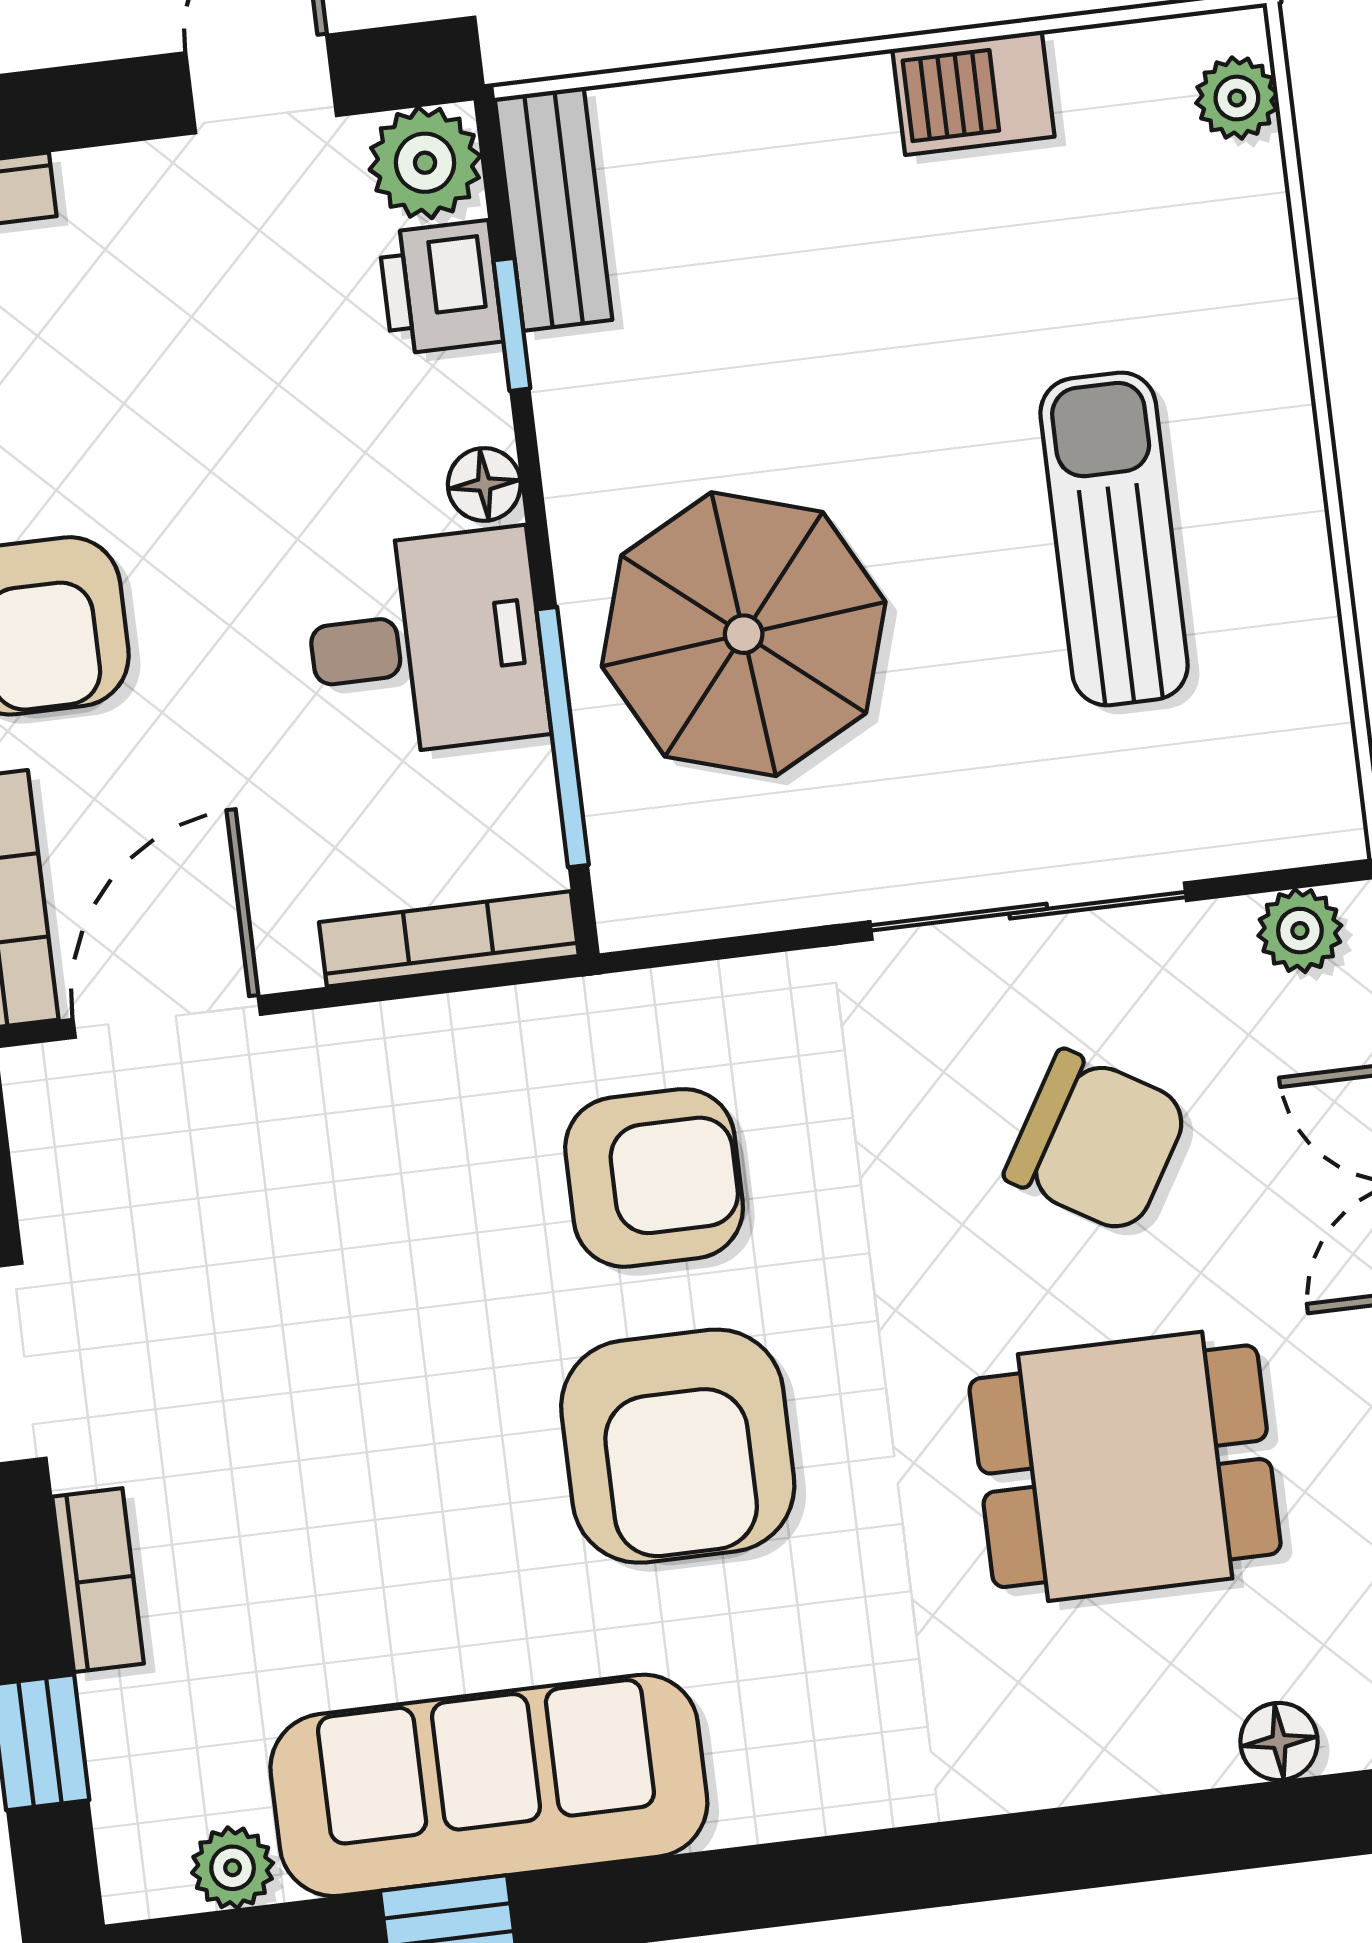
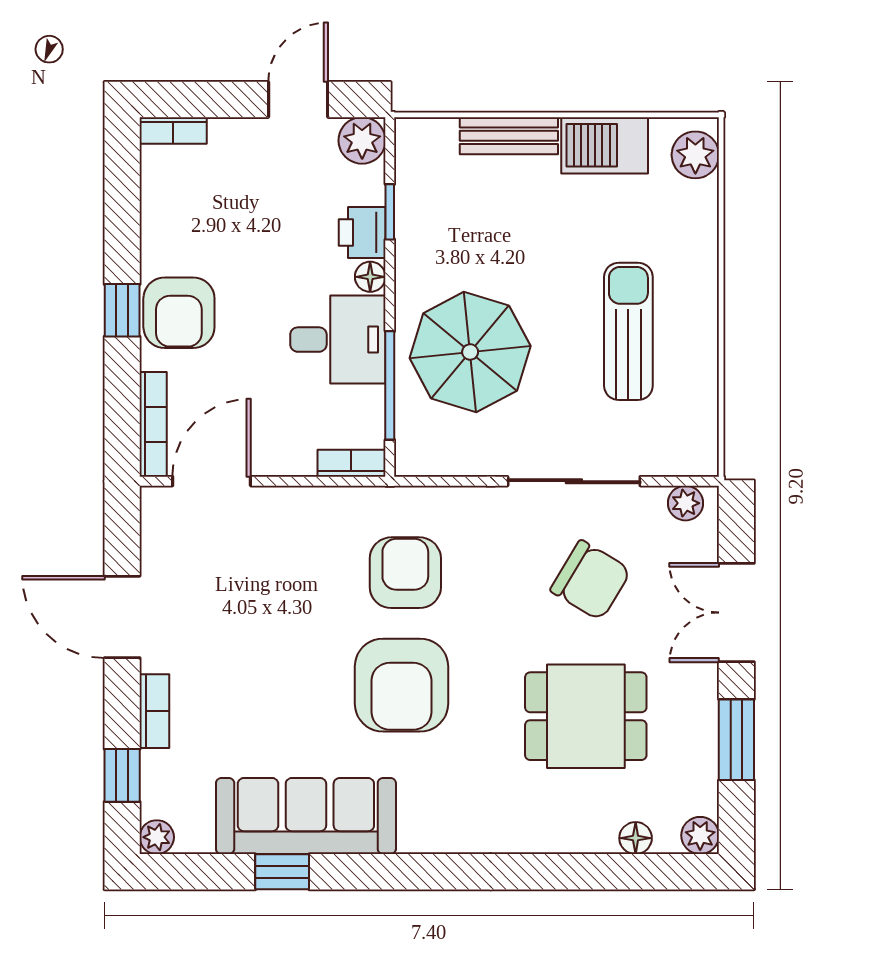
barbecue: (973, 93) -> (605, 145), width x1.38, depth x1.27
plant: (1237, 98) -> (695, 155), width x1.38, depth x1.38
bench: (553, 209) -> (509, 136), moved, turned 90
printer: (441, 287) -> (362, 232), moved
bookcase: (449, 939) -> (351, 463), width x0.64
armchair: (654, 1178) -> (405, 573), turned -90
plant: (233, 1868) -> (157, 837), moved

